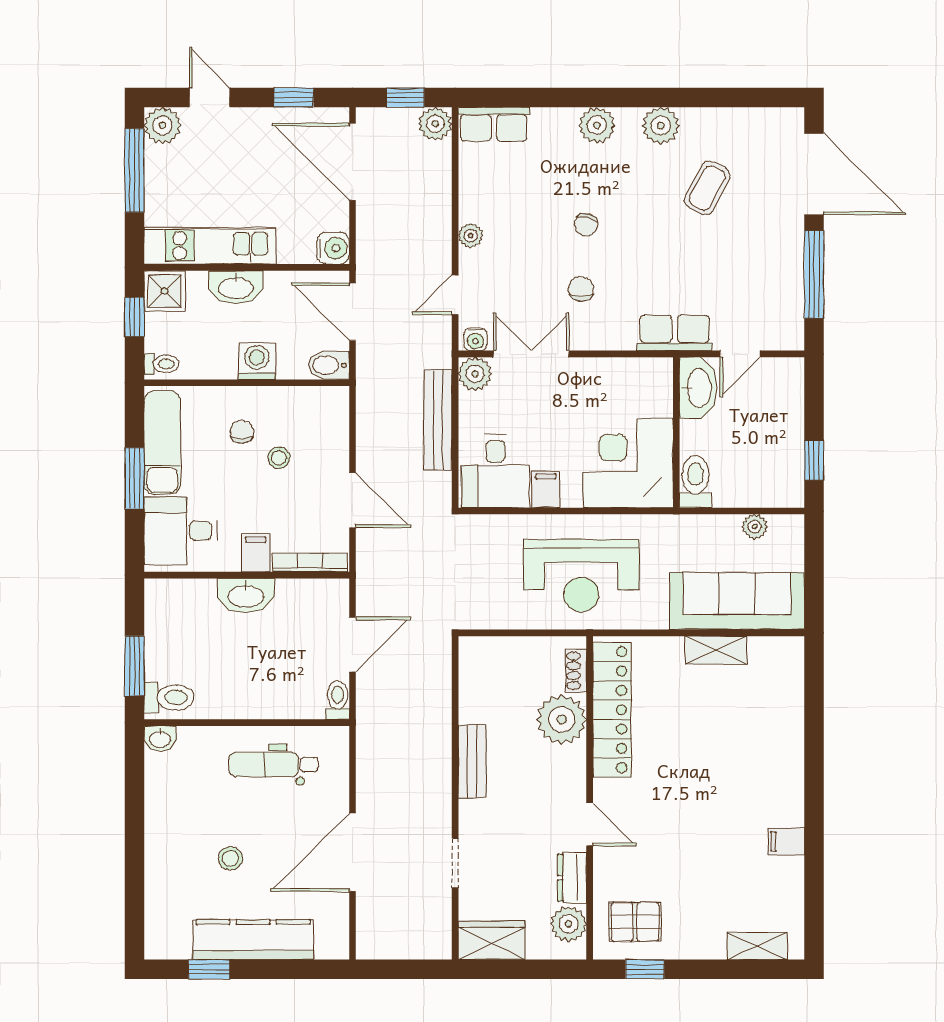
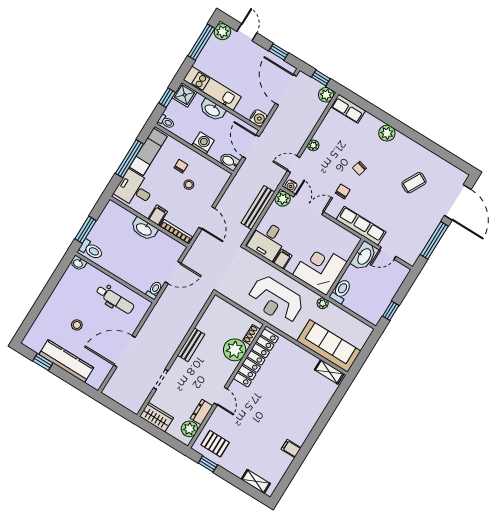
plant: (661, 126) -> (411, 148), removed
row of seats: (675, 333) -> (361, 226), width x1.48
window: (135, 478) -> (129, 159), width x1.44
plant: (755, 527) -> (323, 303), moved
shelving: (716, 650) -> (329, 372), moved
dental chair: (273, 765) -> (115, 300), turned 180

